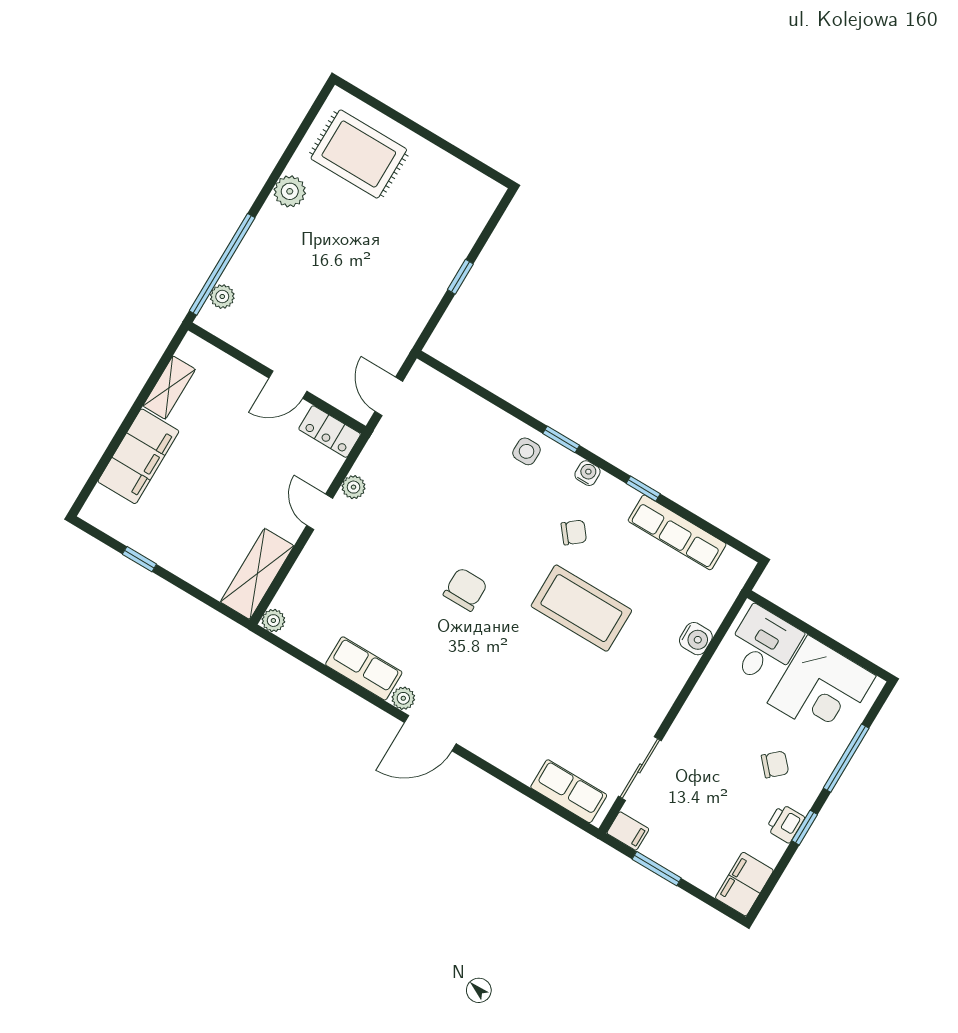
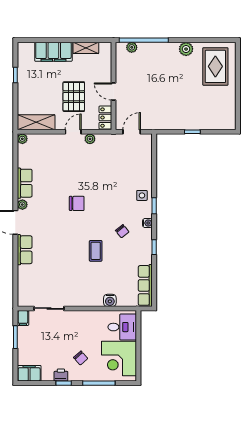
pallet: (251, 469) -> (74, 97), added
row of seats: (677, 532) -> (145, 285), moved
coffee table: (581, 608) -> (96, 251), width x0.54, depth x0.58
row of seats: (569, 791) -> (25, 250), moved

